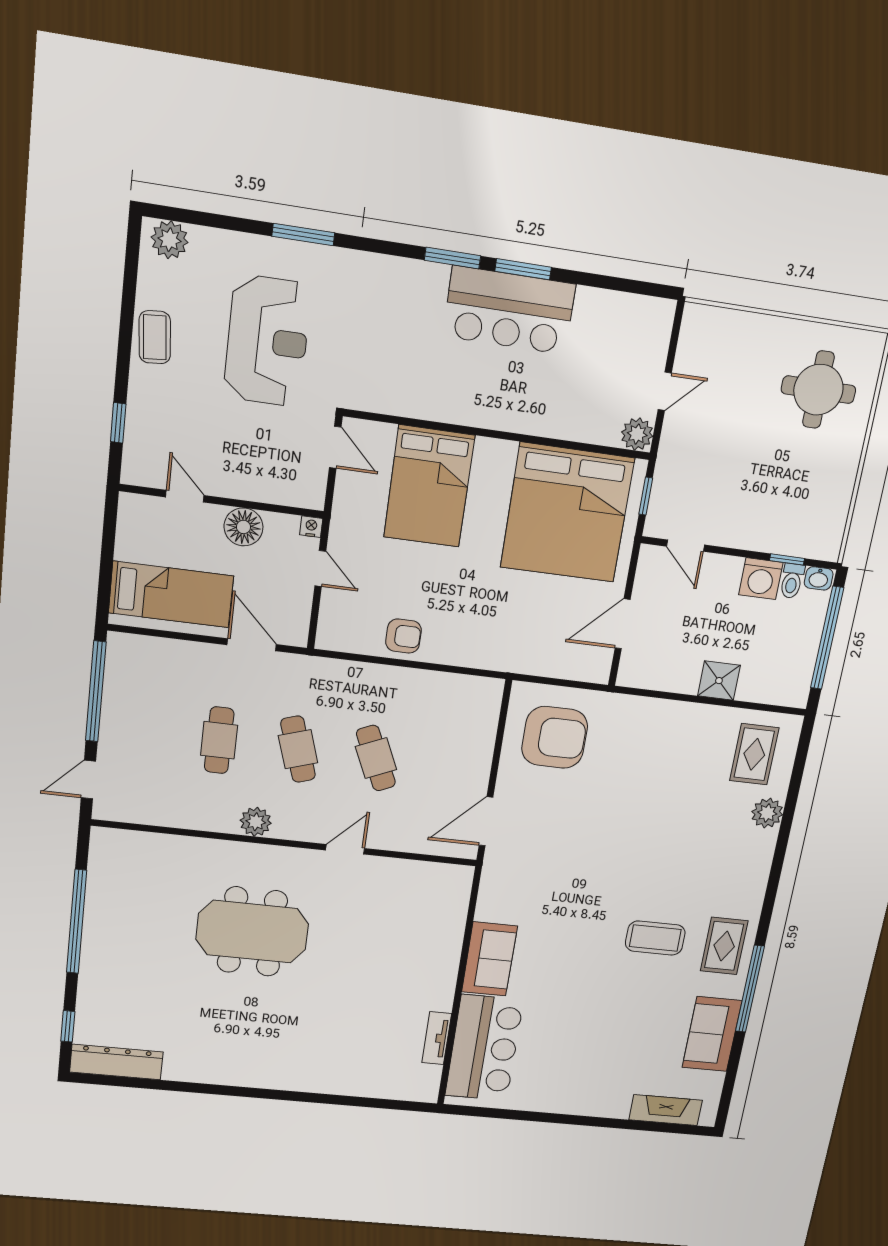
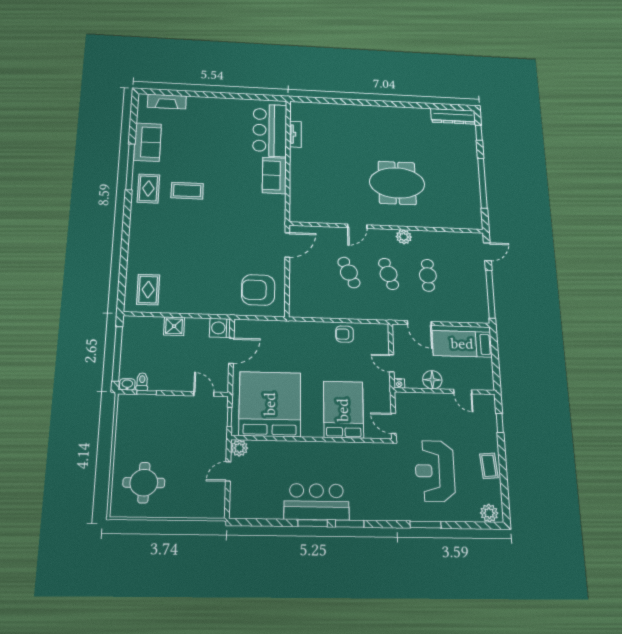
washing machine: (761, 579) -> (220, 328), moved, turned -90
plant: (767, 813) -> (136, 259), removed

